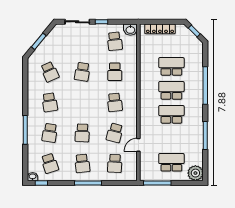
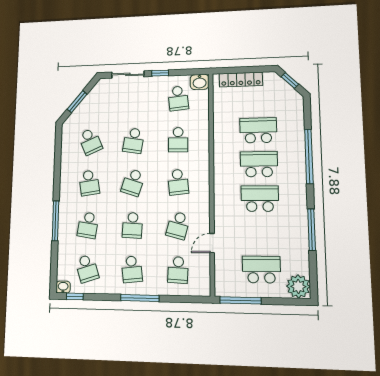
school desk: (82, 102) -> (133, 182), added

